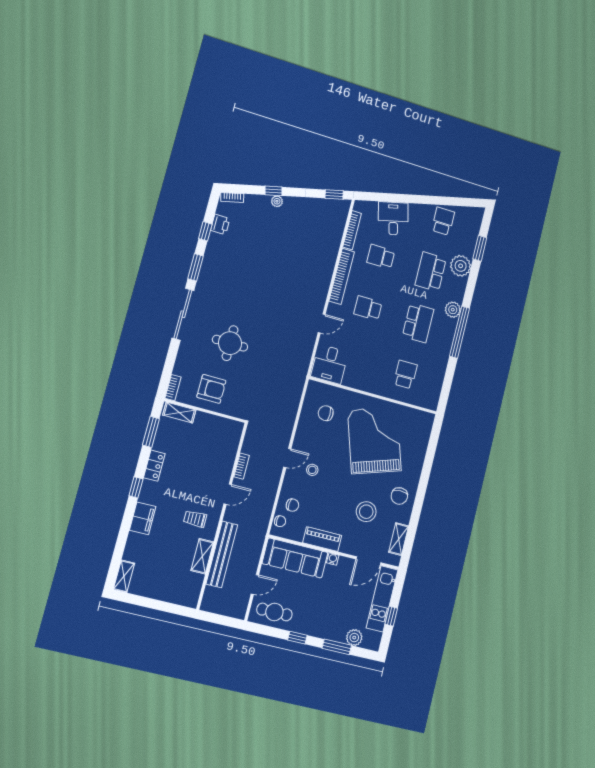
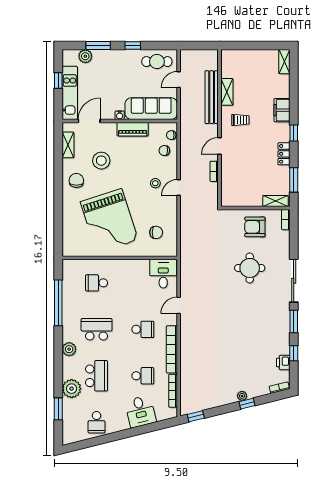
school desk: (418, 323) -> (97, 329), turned 90
window: (460, 332) -> (58, 303), moved
school desk: (405, 374) -> (97, 283), turned 90

